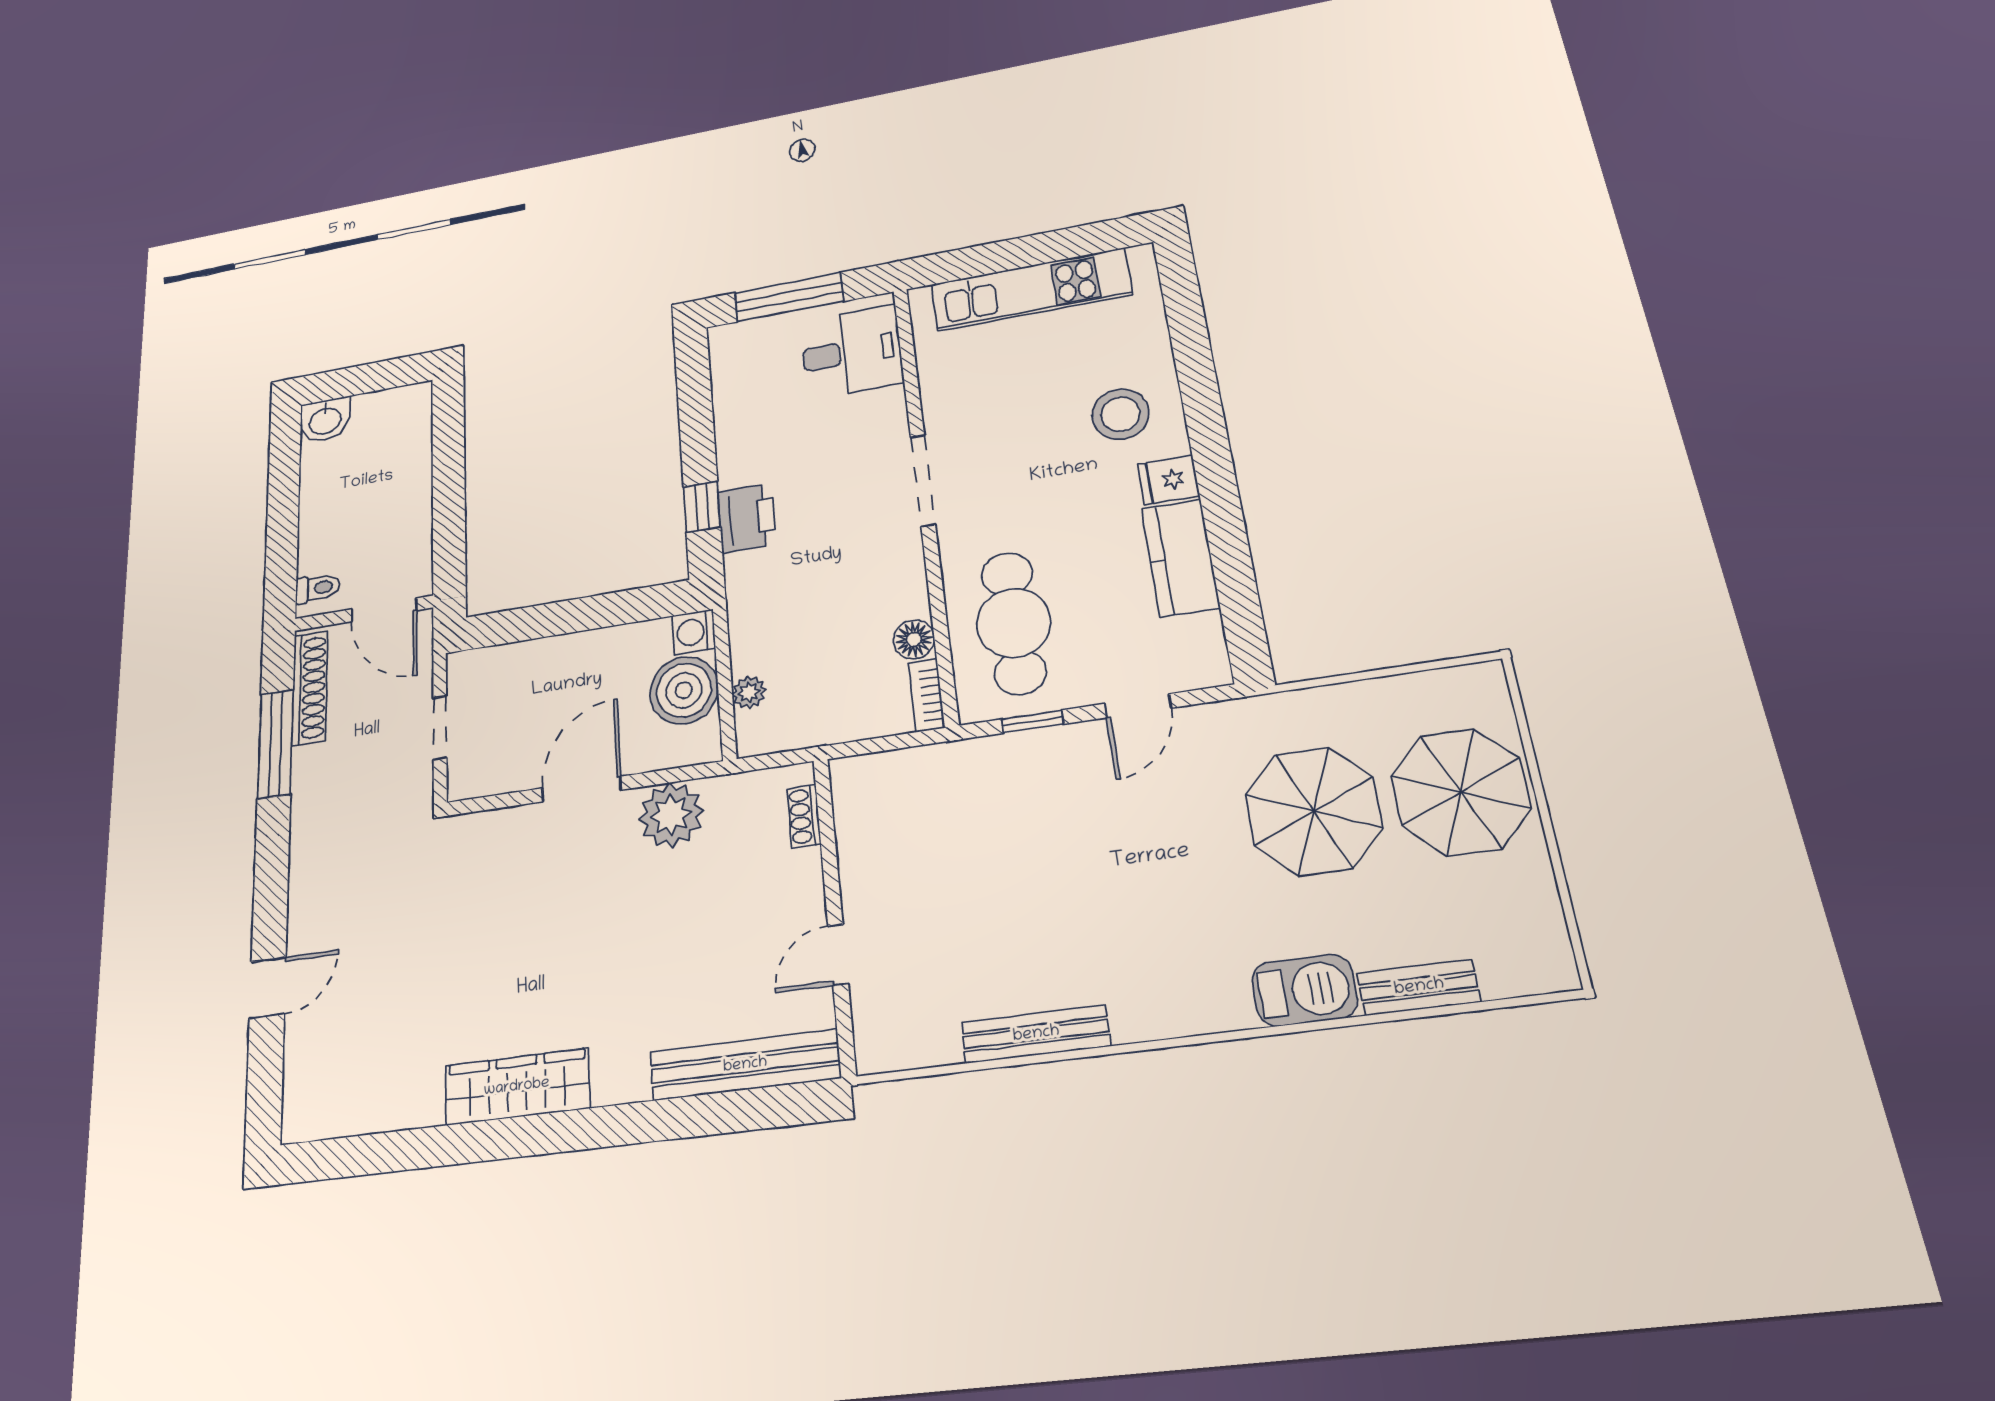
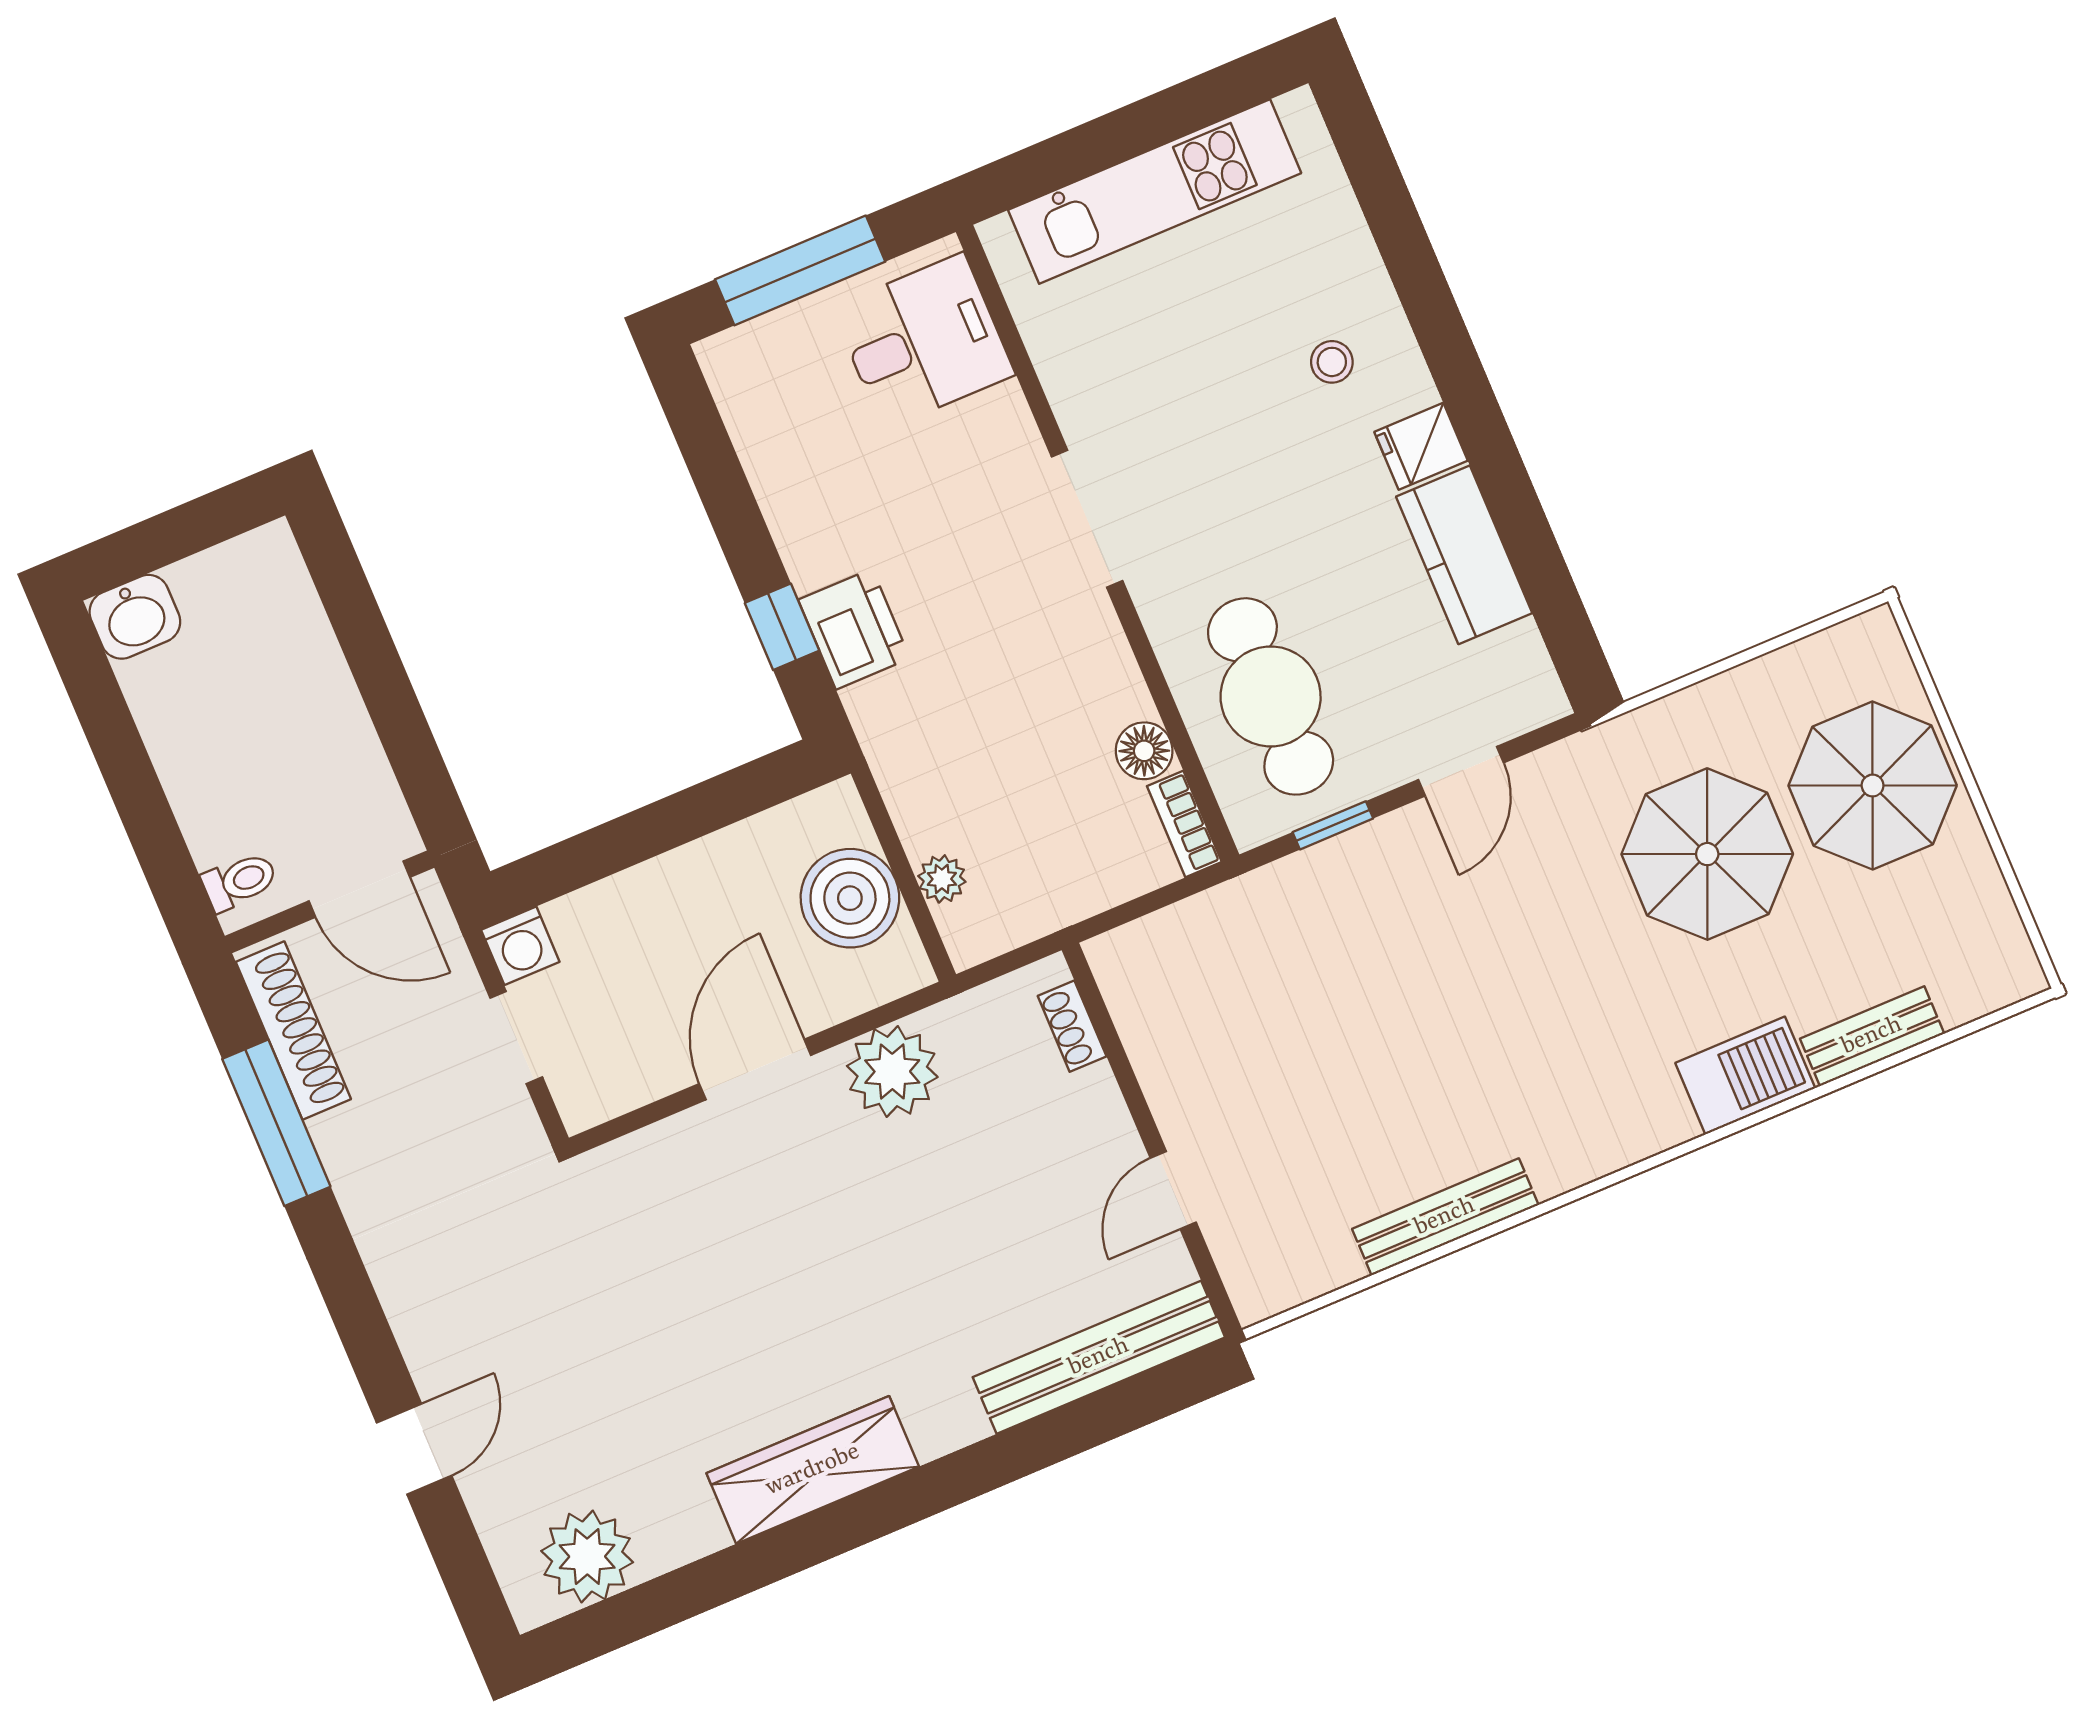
stool: (1120, 414) -> (1332, 362), width x0.53, depth x0.53
washing machine: (694, 632) -> (520, 946), moved, turned -90
plant: (345, 1102) -> (587, 1557), added

